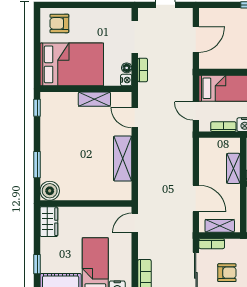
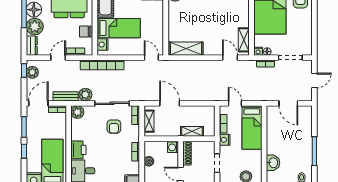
shelving: (94, 99) -> (244, 40), moved
door: (196, 111) -> (235, 103), hinge flipped
door: (135, 118) -> (230, 58), hinge flipped
shelving: (123, 159) -> (186, 49), moved
door: (196, 198) -> (170, 103), swing flipped

